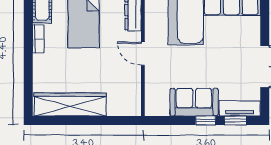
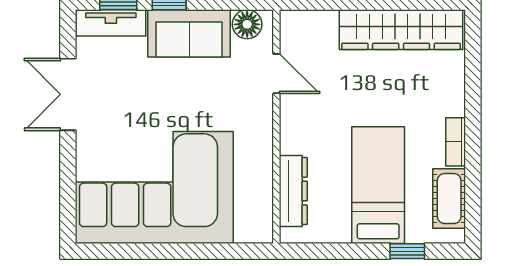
door: (143, 54) -> (276, 74), moved
floor lamp: (160, 108) -> (247, 24), added

